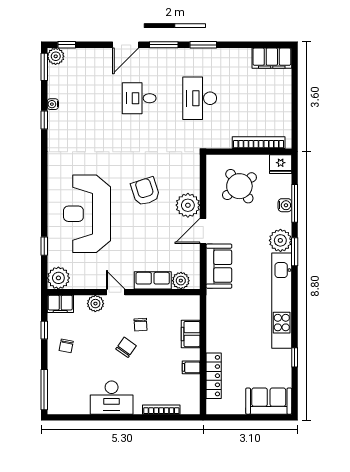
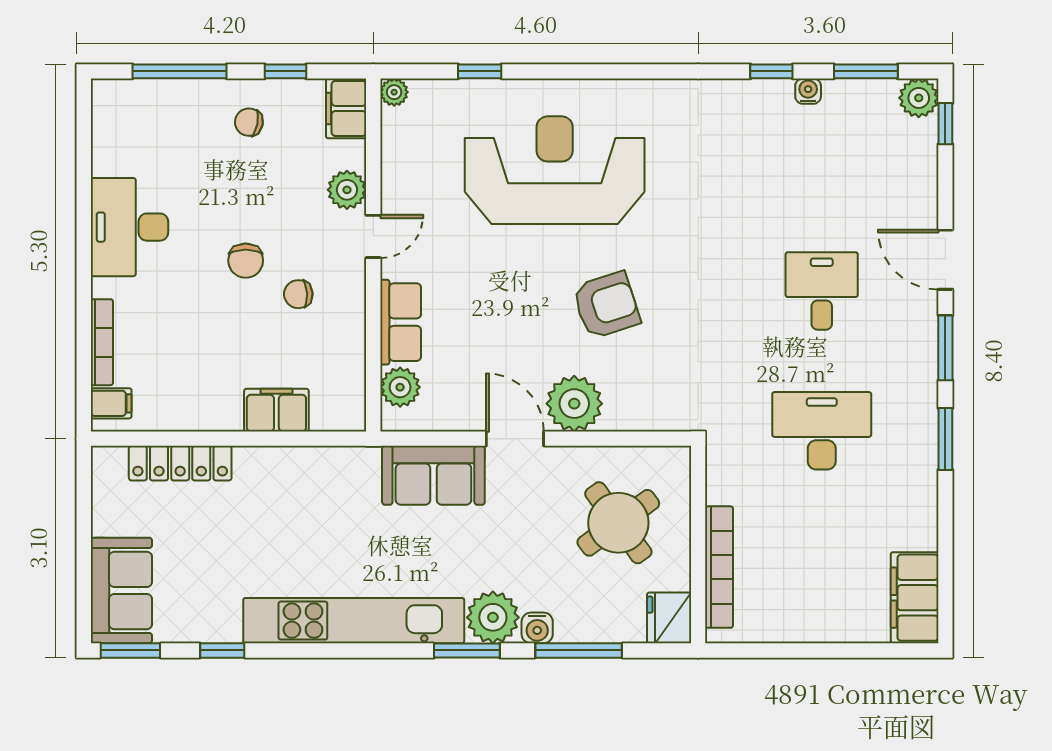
window: (44, 67) -> (866, 71), moved
water cooler: (285, 205) -> (537, 628), moved
plant: (58, 278) -> (394, 92), width x0.53, depth x0.53
chair: (126, 347) -> (246, 261), turned 55
filing cabinet: (191, 367) -> (111, 403), moved, turned 90
window: (44, 390) -> (179, 71), moved
window: (295, 397) -> (130, 650), added

